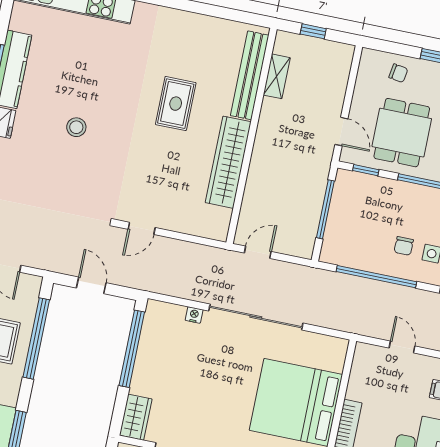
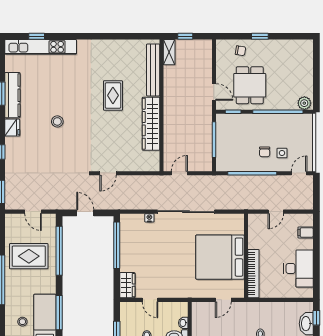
shelving: (277, 76) -> (169, 52), moved
door: (402, 347) -> (276, 212), swing flipped

